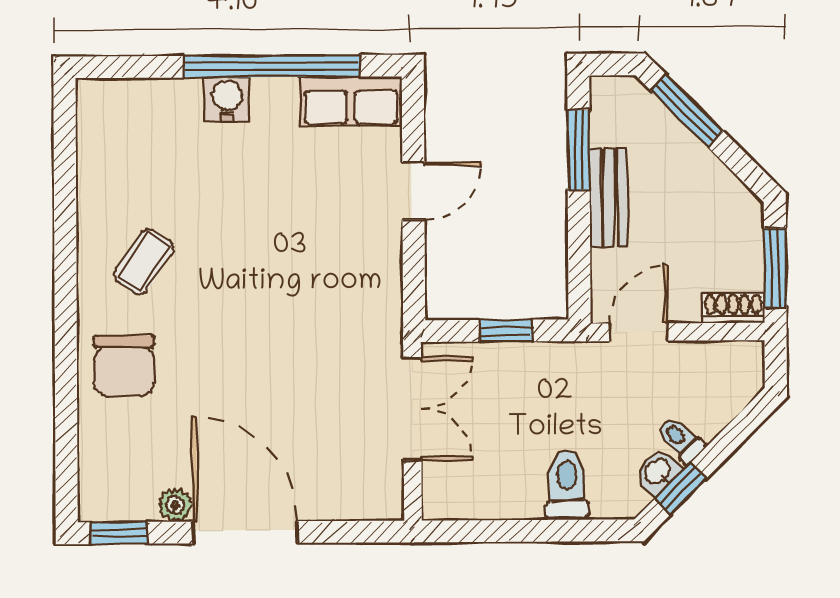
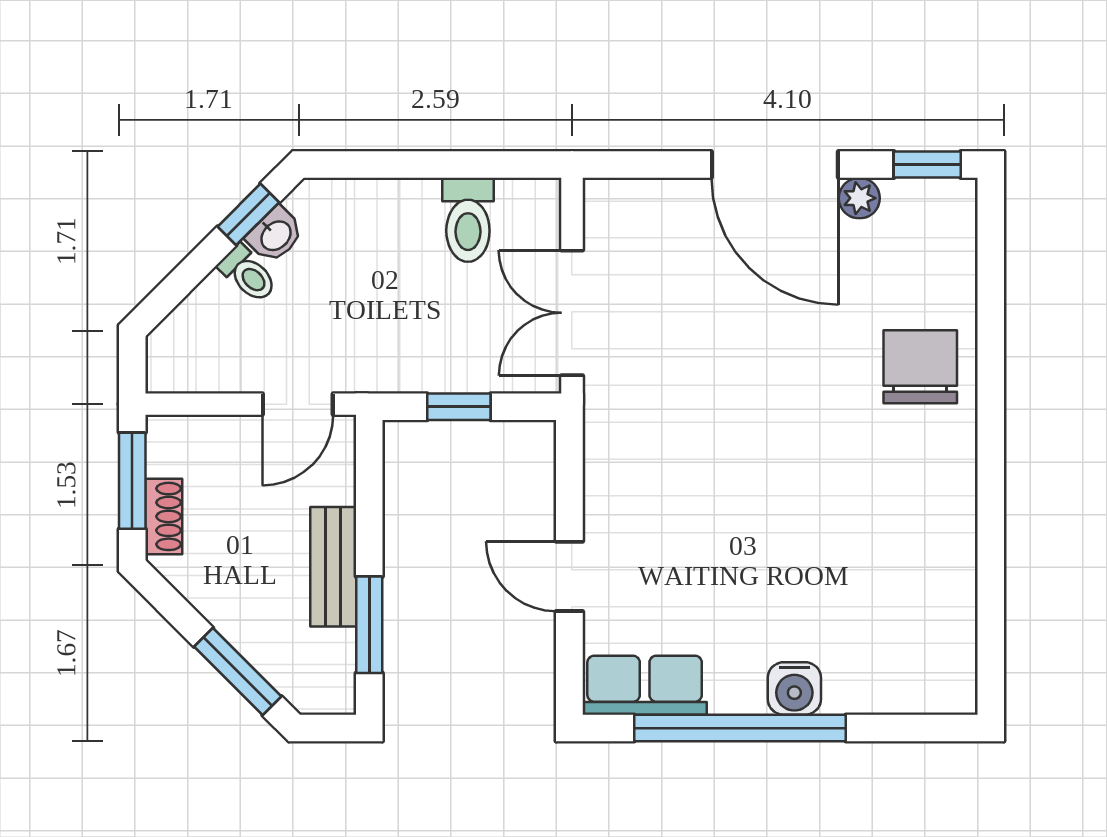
door: (413, 191) -> (569, 576), hinge flipped
coffee table: (144, 261) -> (896, 493), removed
shoe rack: (733, 308) -> (164, 516), moved, turned -90
toilet: (567, 485) -> (468, 220), moved

